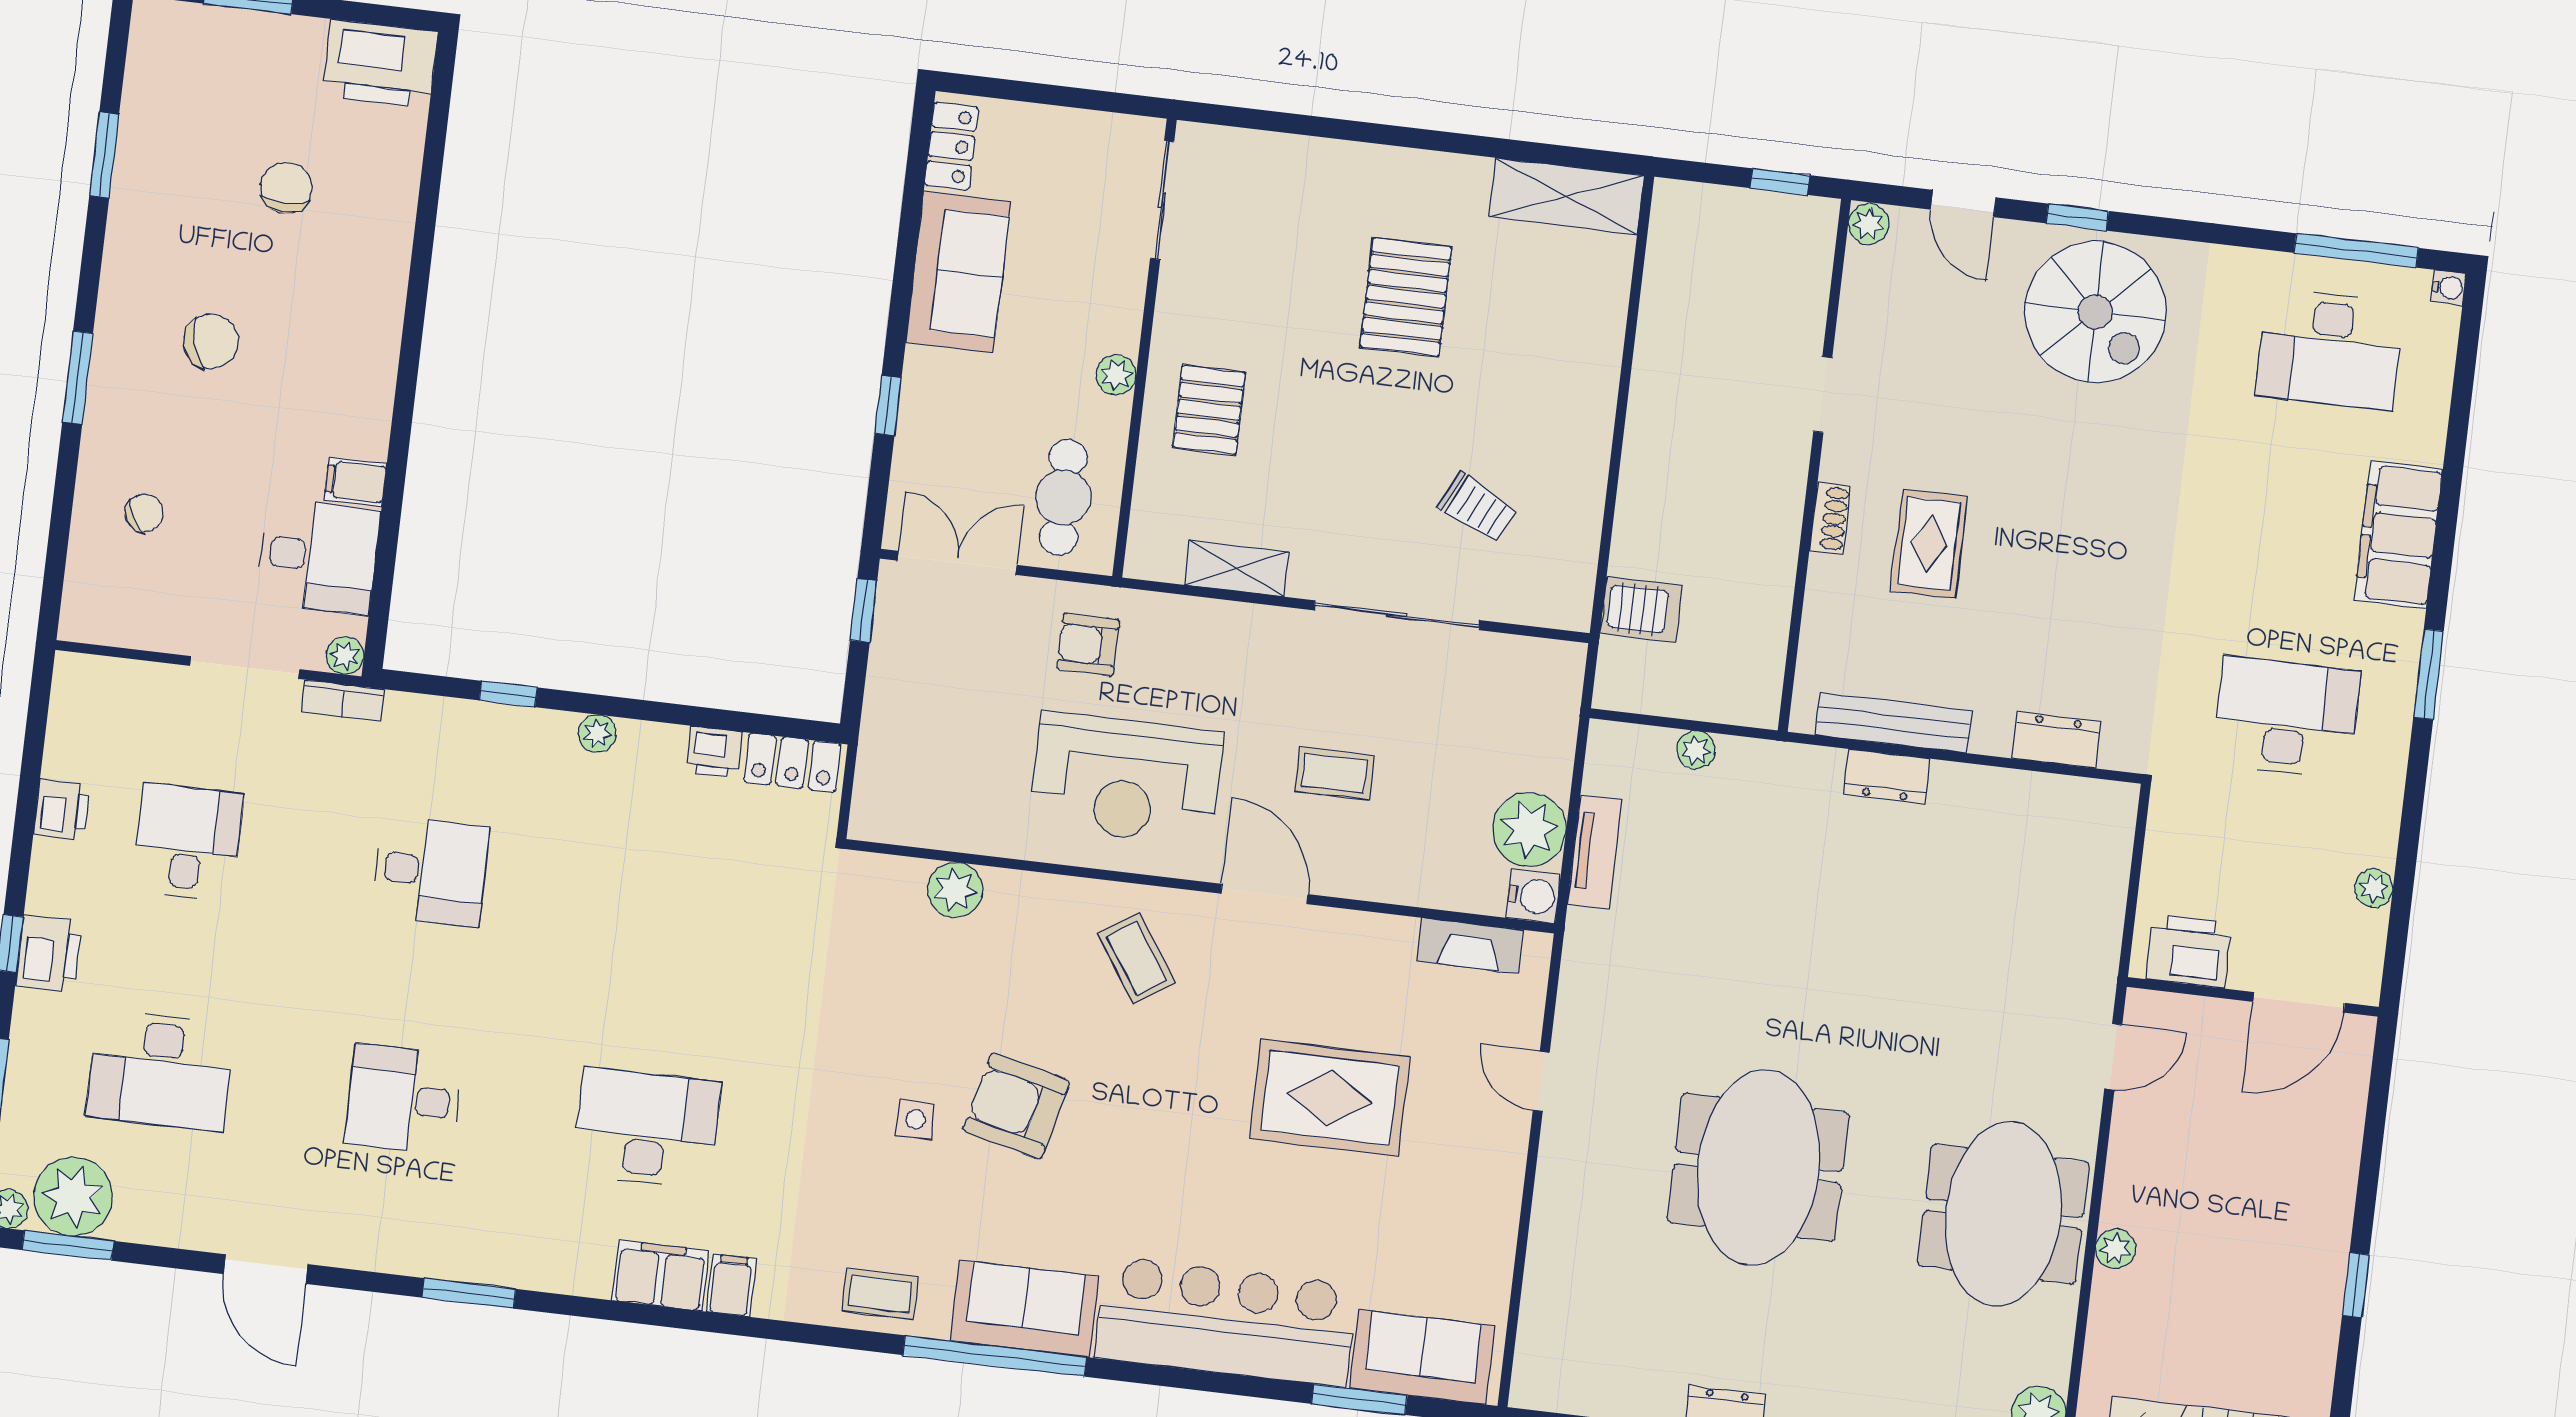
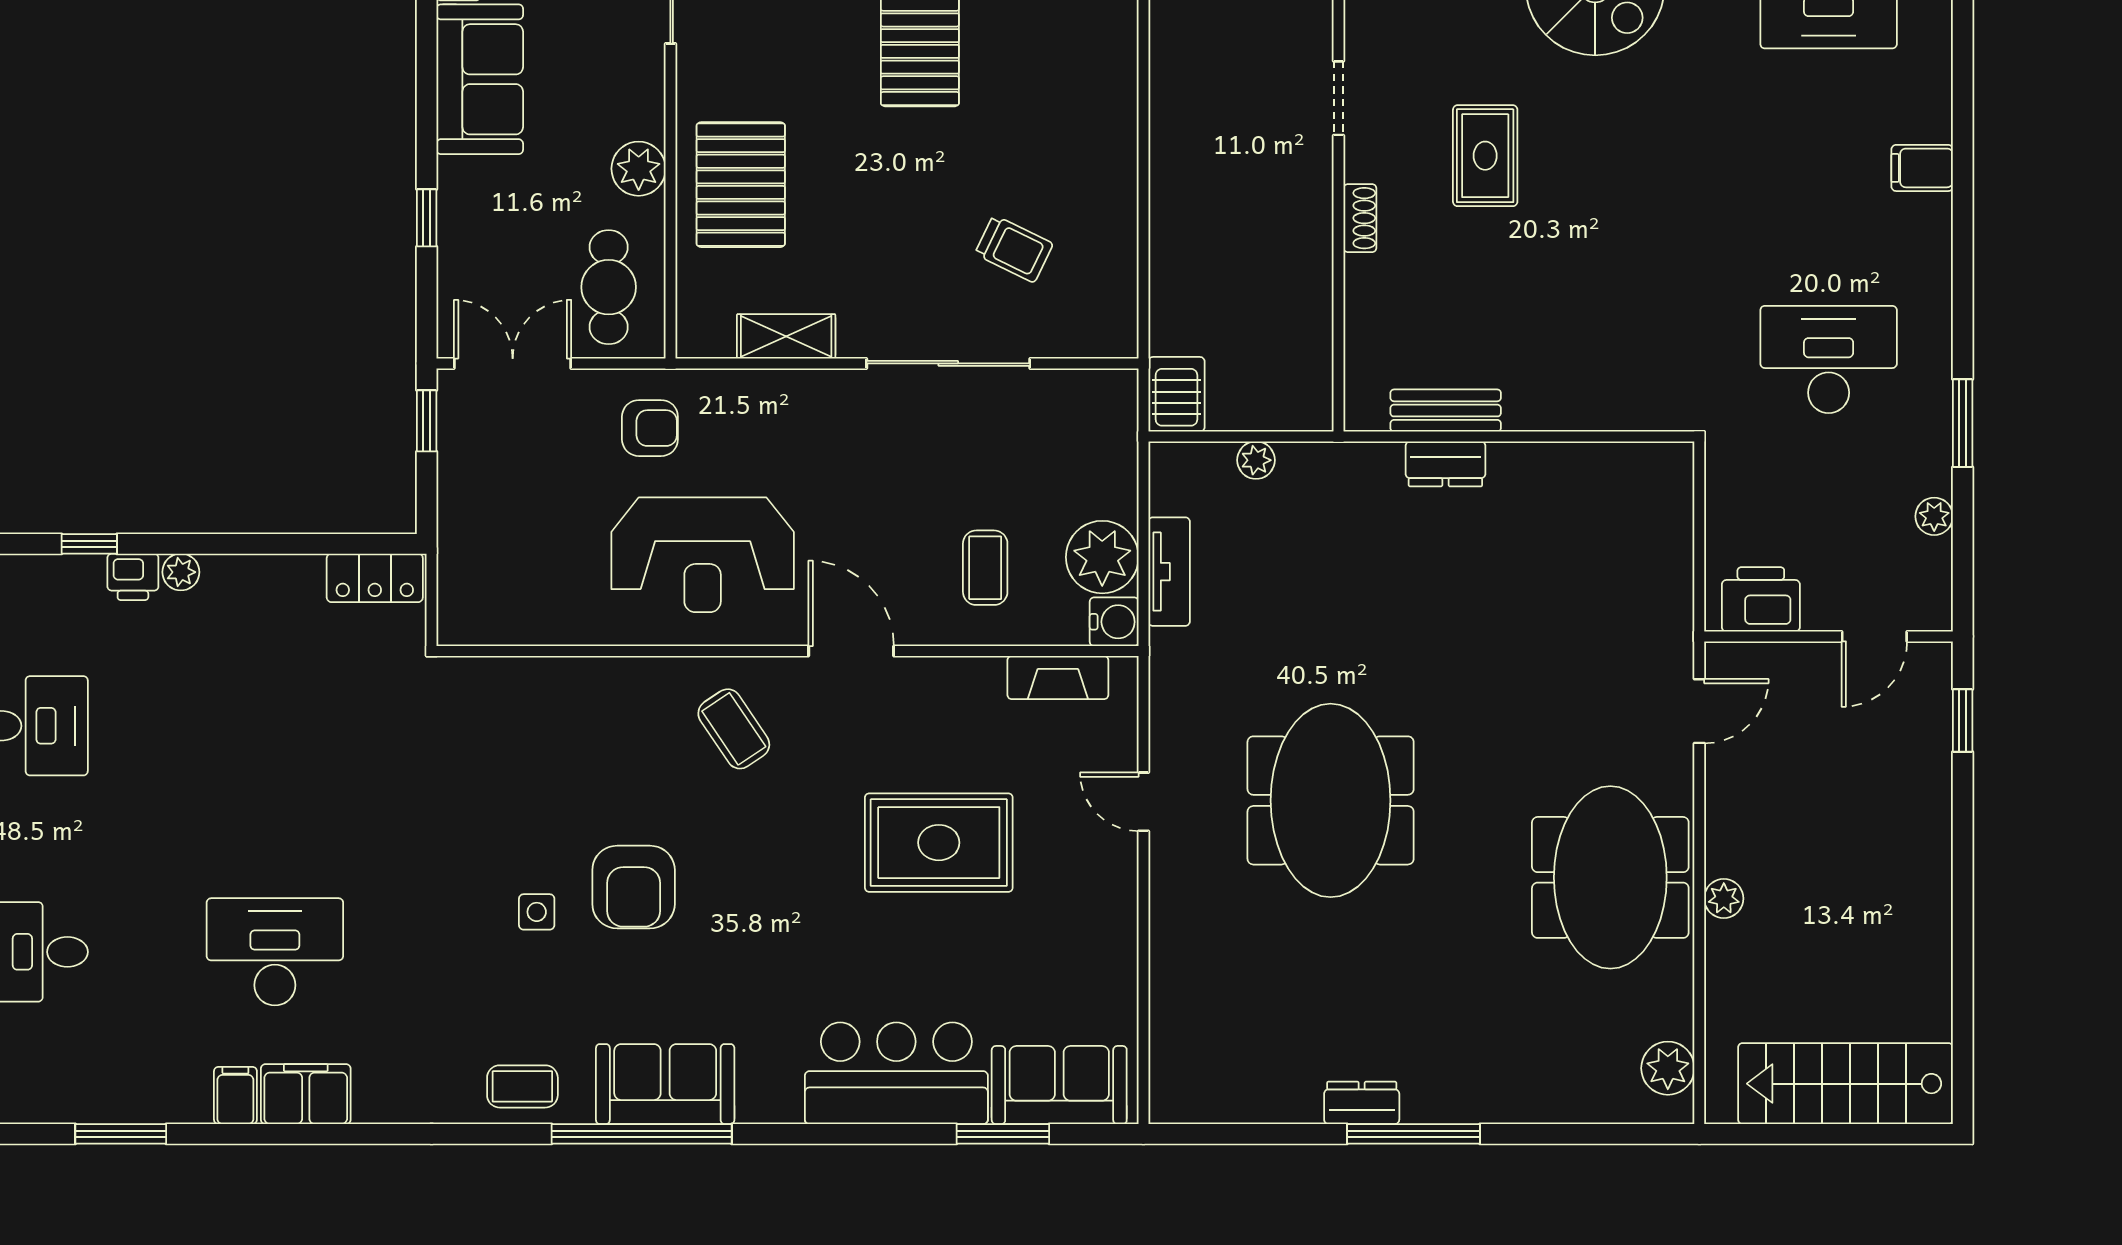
plant: (1116, 375) -> (639, 169), width x1.38, depth x1.38
pallet: (1209, 410) -> (741, 185), width x1.50, depth x1.42
filing cabinet: (2398, 535) -> (1922, 168), width x0.33, depth x0.86
rug: (1929, 544) -> (1485, 156), moved
server rack: (1641, 609) -> (1176, 394), moved, turned -90
armchair: (1088, 645) -> (650, 428), turned 180
window: (2428, 674) -> (1963, 423), moved
bench: (1893, 723) -> (1446, 411), width x0.73
dresser: (2056, 740) -> (1607, 408), removed
printer: (714, 752) -> (133, 577), moved
coffee table: (1334, 773) -> (985, 568), moved, turned 90
plant: (955, 890) -> (549, 683), removed
door: (2299, 1002) -> (1874, 636), width x0.73
armchair: (1016, 1106) -> (634, 887), turned -104
meeting table: (1758, 1167) -> (1331, 800), moved
filing cabinet: (731, 1285) -> (235, 1095), moved
window: (2356, 1285) -> (1963, 720), moved
bar counter: (1226, 1322) -> (896, 1073), width x0.73

